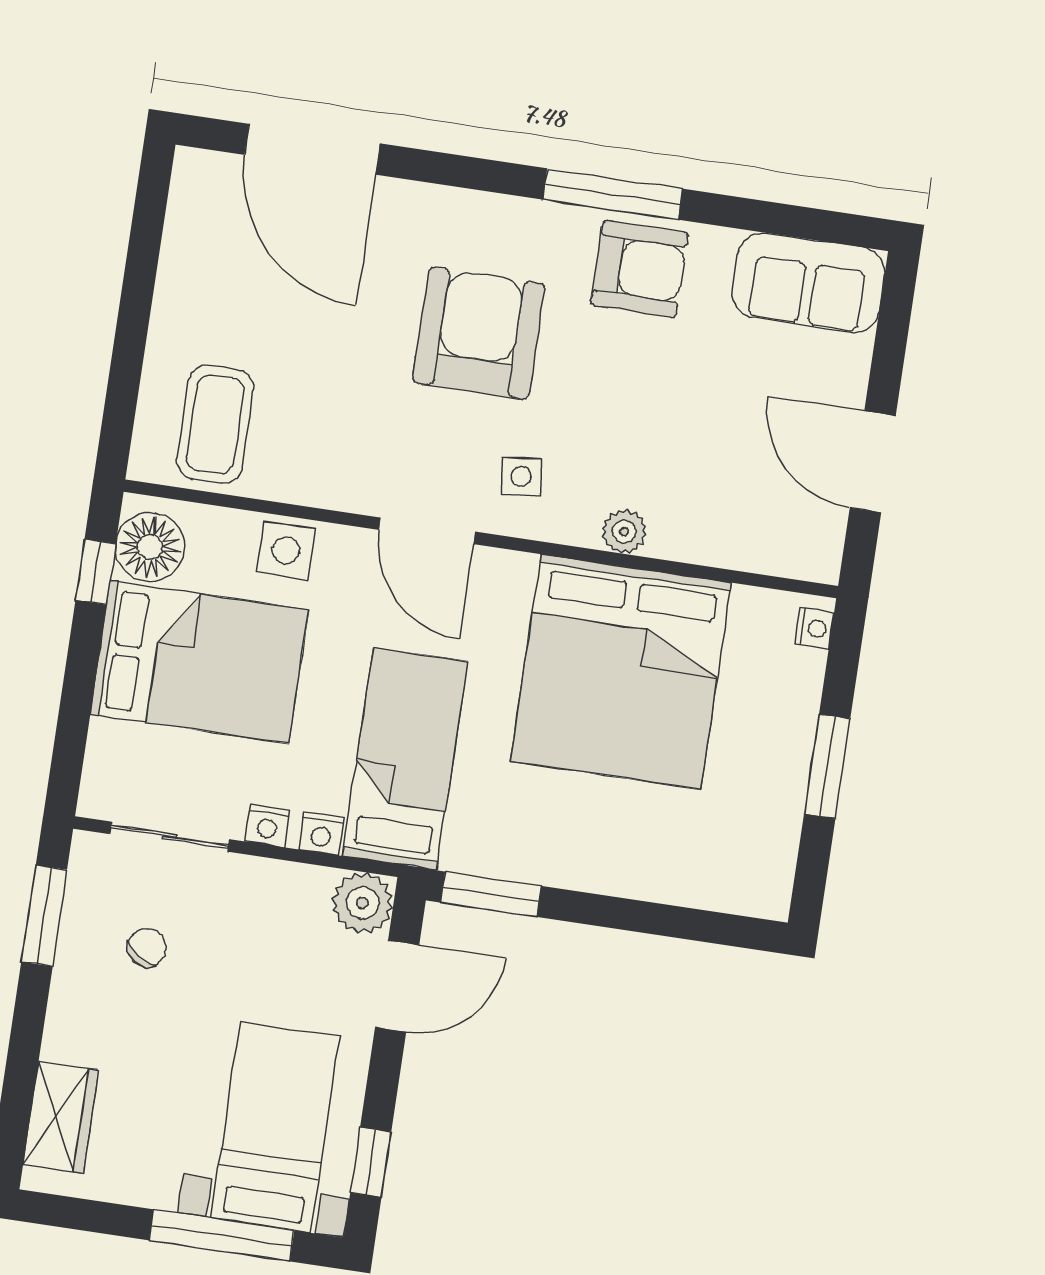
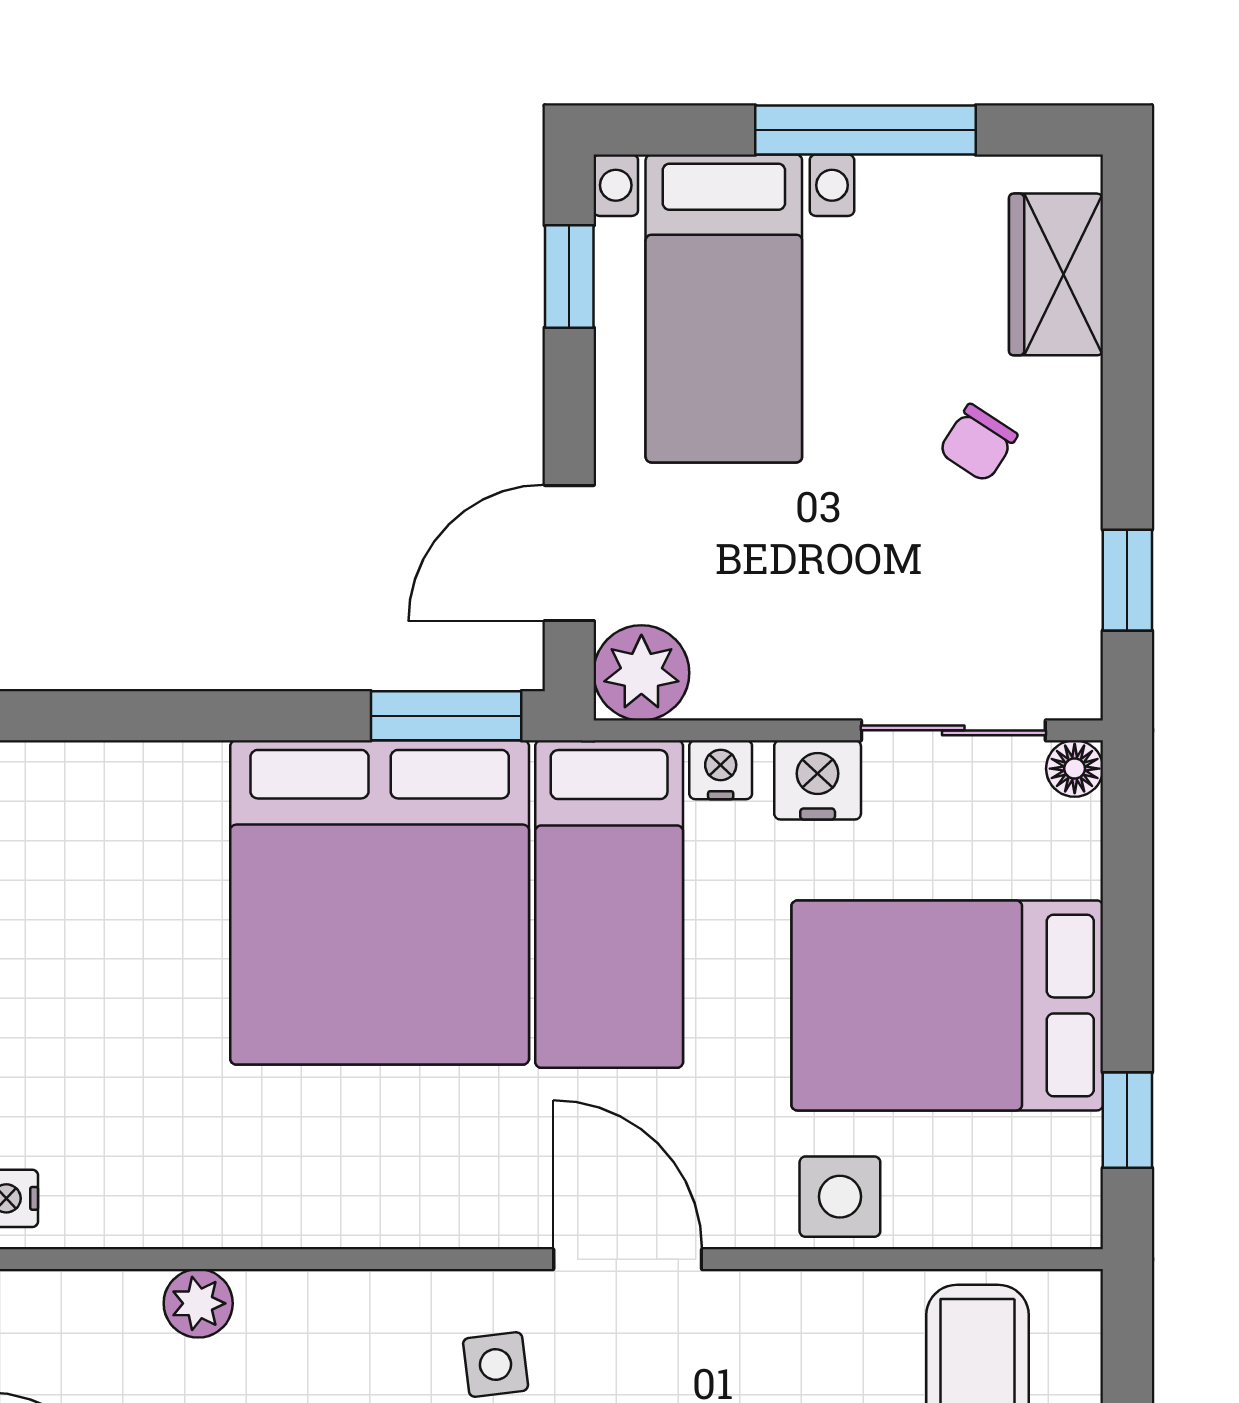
plant: (624, 532) -> (198, 1303), moved
floor lamp: (150, 547) -> (1075, 769), moved, width x0.53, depth x0.53
bed: (621, 672) -> (380, 902), moved, turned 180
nightstand: (267, 826) -> (818, 780), width x1.39, depth x1.35
window: (44, 916) -> (1127, 580), width x0.67
chair: (147, 947) -> (978, 443), moved
window: (222, 1235) -> (865, 130), moved

